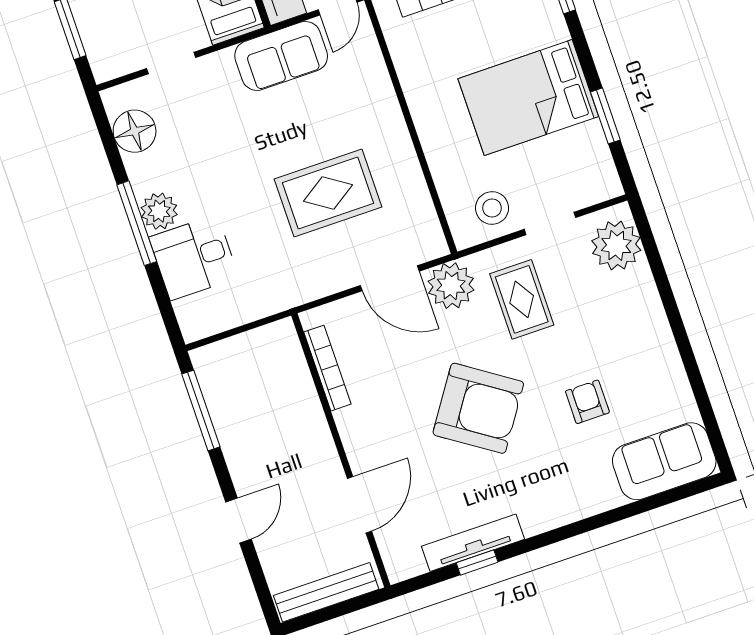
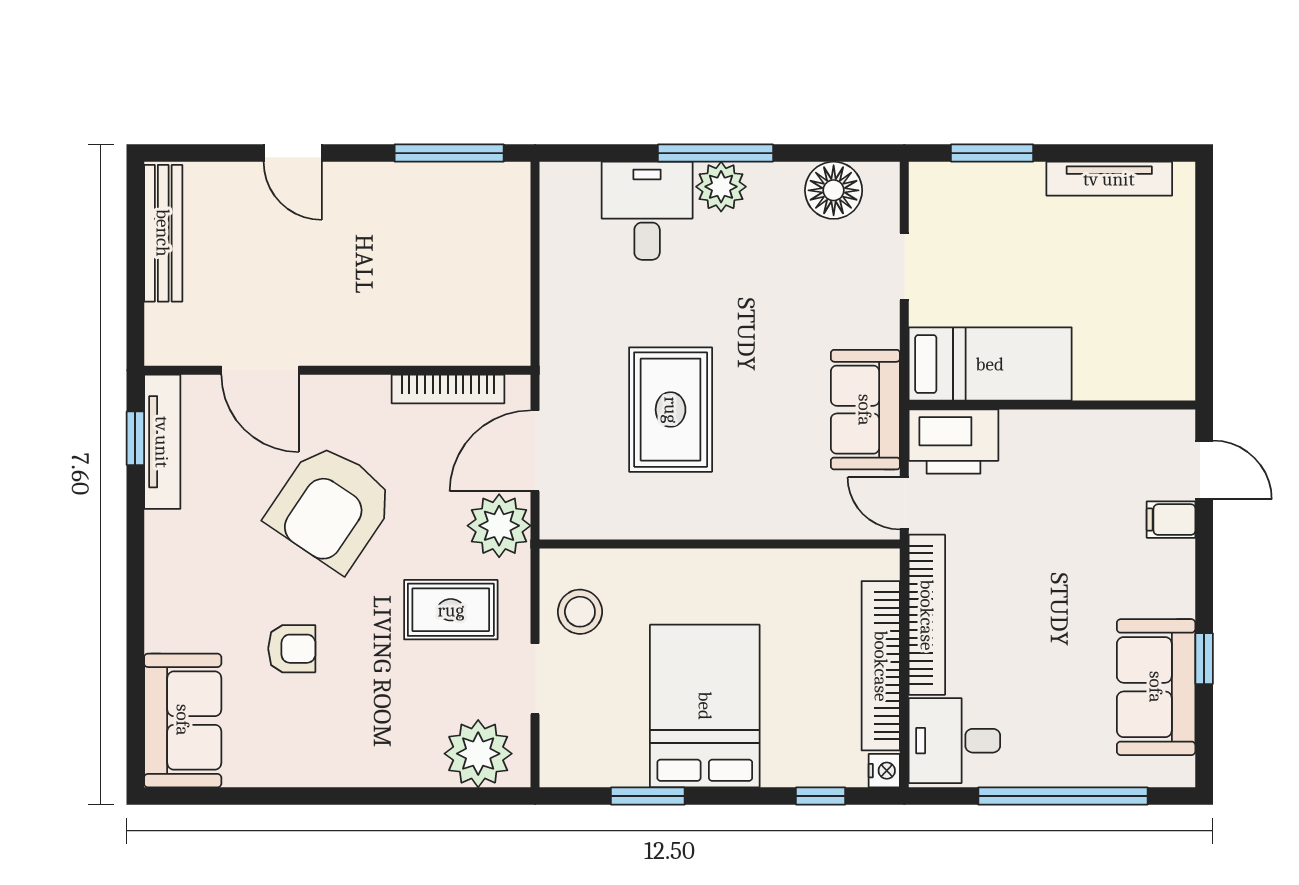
bookcase: (327, 368) -> (448, 389), moved
wall: (341, 450) -> (337, 370), moved
door: (359, 505) -> (260, 370), moved

